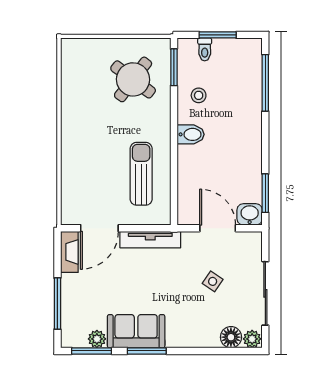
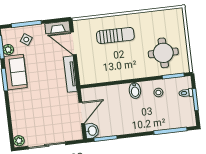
round table: (133, 79) -> (163, 53), turned -37
sun lounger: (141, 174) -> (115, 35), moved
side table: (213, 281) -> (26, 40), moved
floor lamp: (231, 337) -> (19, 128), removed

